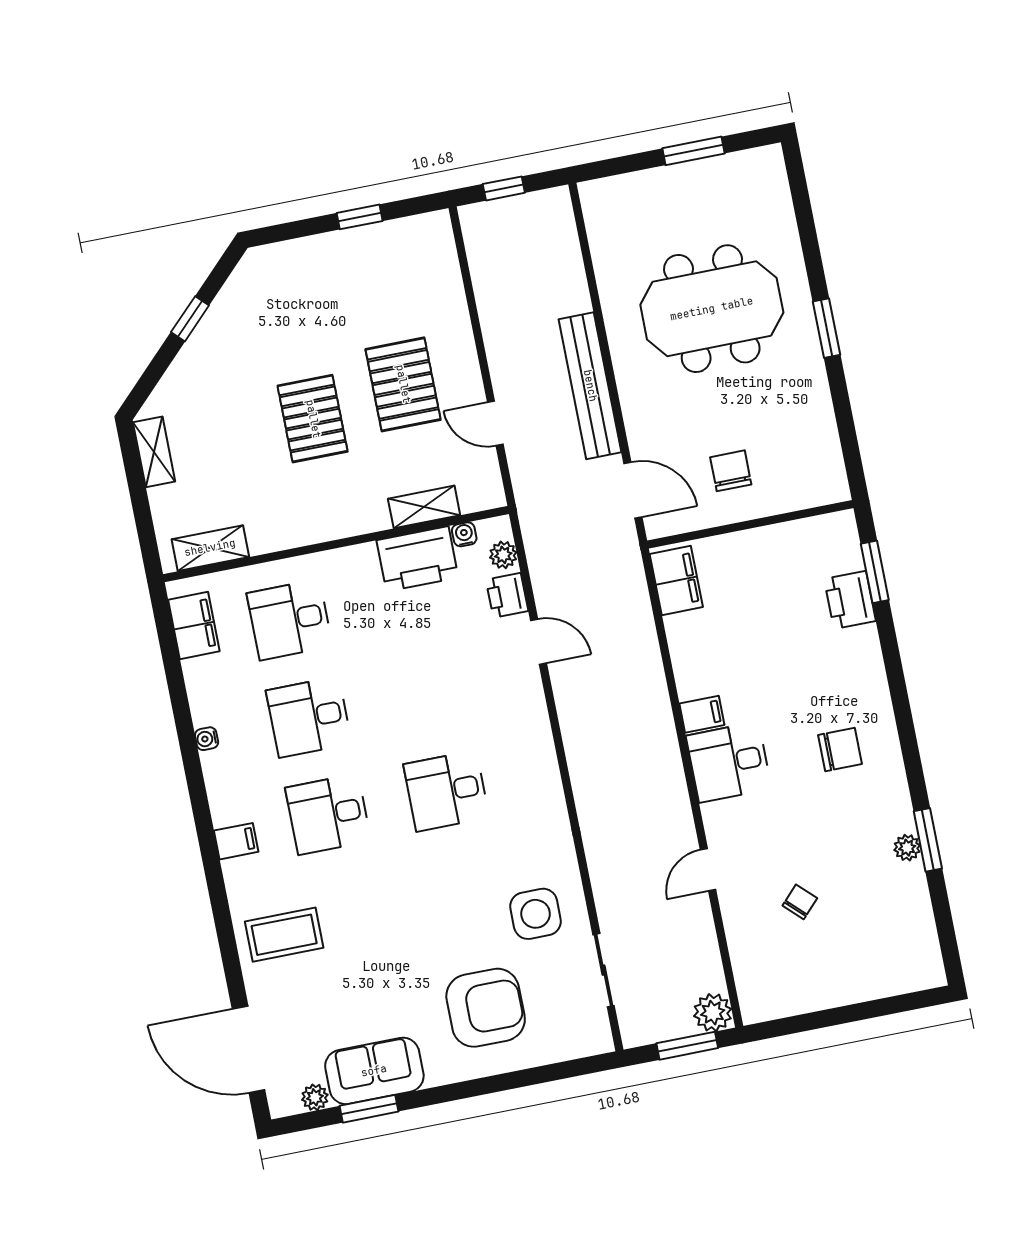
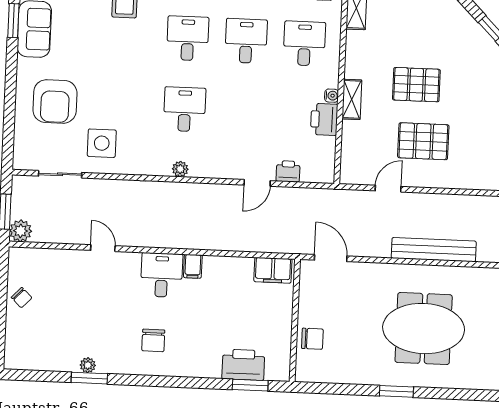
meeting table: (712, 309) -> (424, 329), turned 90
bench: (590, 386) -> (434, 250), moved
chair: (731, 471) -> (312, 339), moved
door: (633, 490) -> (331, 258), swing flipped
shelving: (424, 507) -> (352, 99), moved
water cooler: (464, 534) -> (332, 96), moved
plant: (503, 555) -> (180, 169), moved
printer: (417, 559) -> (324, 119), width x0.73, depth x0.84
printer: (850, 600) -> (243, 365), width x1.37, depth x1.19
chair: (800, 902) -> (22, 298), moved

